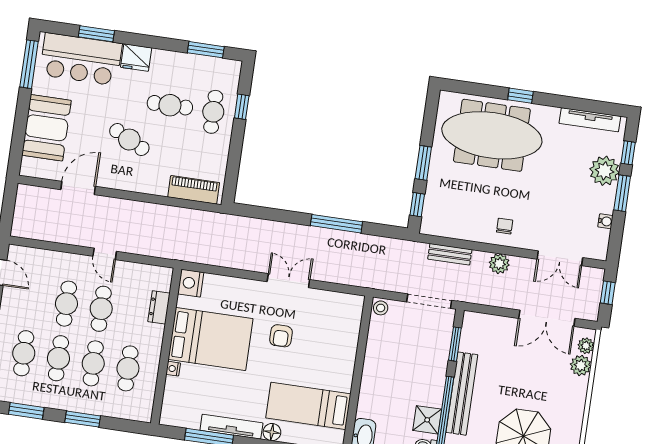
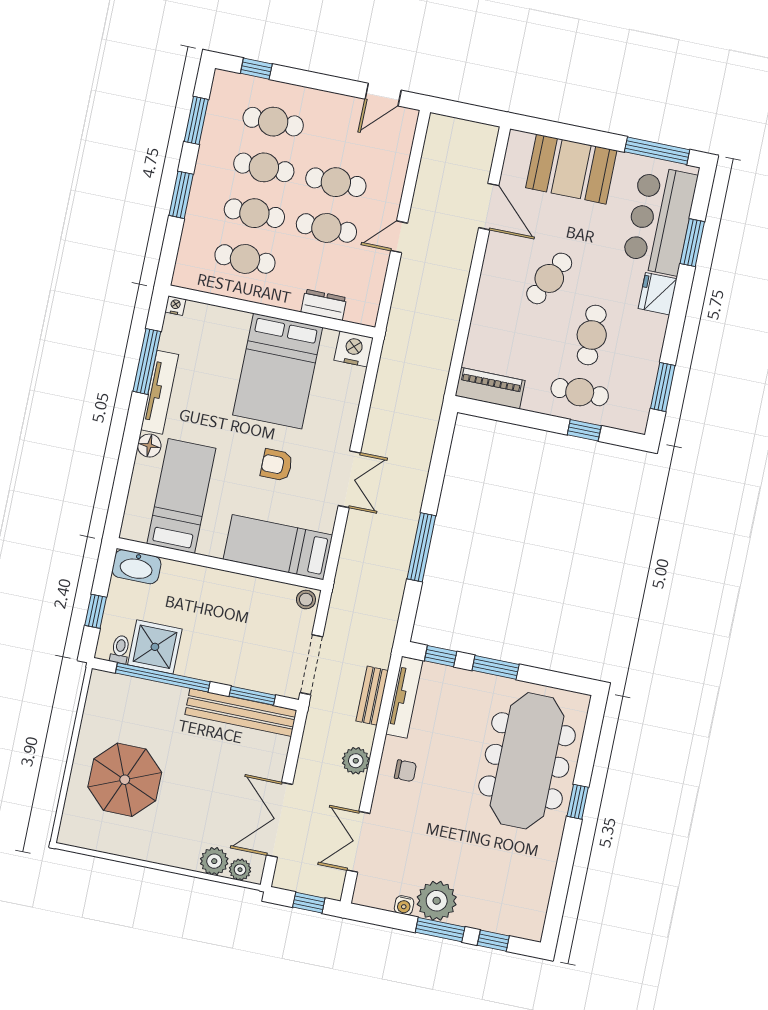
tv unit: (590, 120) -> (404, 697), moved, turned 180
plant: (605, 171) -> (437, 901), moved
piano: (194, 190) -> (490, 388), moved, turned -90
bed: (343, 331) -> (278, 547), added
nightstand: (173, 369) -> (175, 306), moved
bench: (462, 394) -> (241, 712), moved
shower: (427, 420) -> (155, 647), width x1.36, depth x1.36

